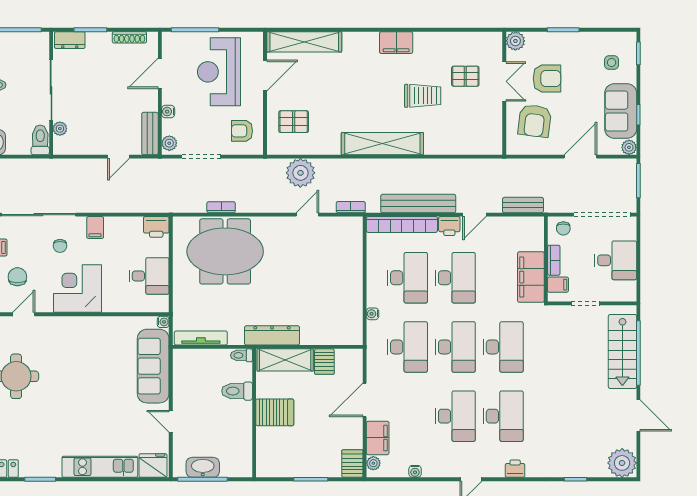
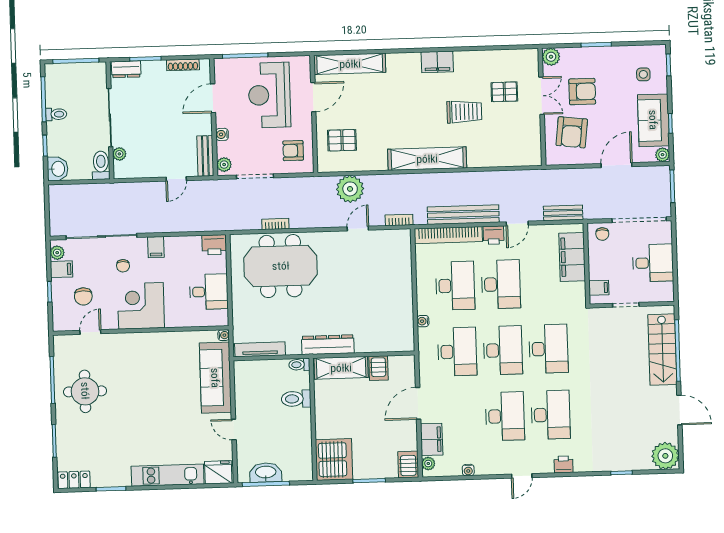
bookcase: (554, 260) -> (594, 265), removed
chair: (17, 277) -> (83, 296), turned 180
filing cabinet: (531, 277) -> (572, 257), moved
server rack: (275, 412) -> (334, 459), moved, width x1.60

